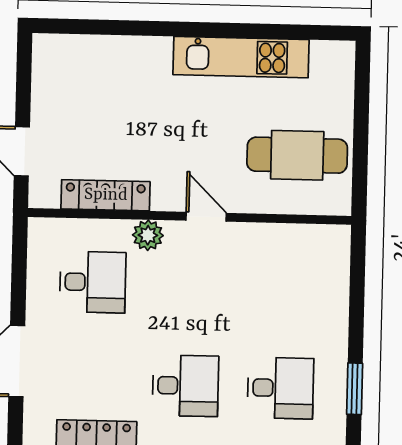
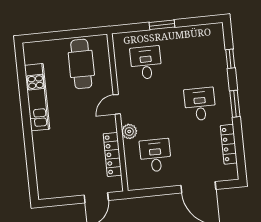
desk: (281, 388) -> (146, 63), moved
window: (355, 389) -> (162, 25), moved

